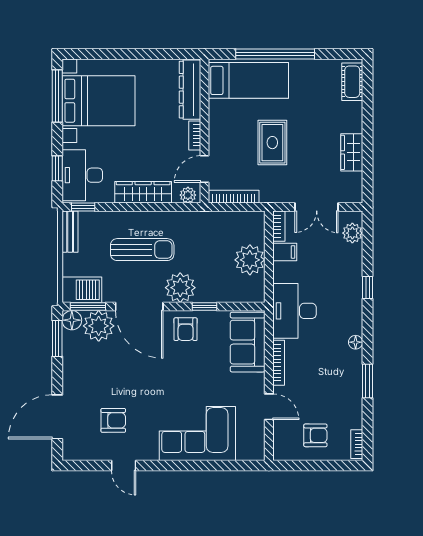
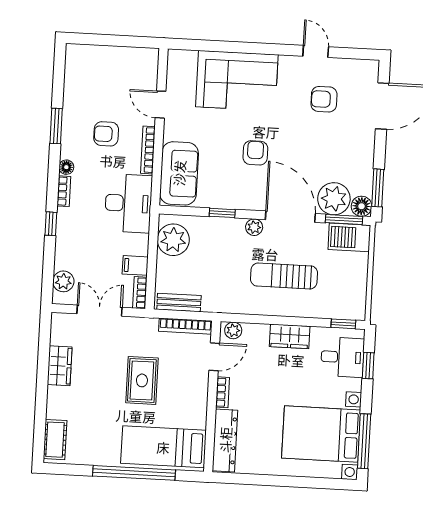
desk: (82, 175) -> (342, 357), width x0.73
wardrobe: (143, 192) -> (290, 336), width x0.67
bench: (70, 232) -> (179, 302), moved, turned 90
plant: (250, 260) -> (173, 240), moved
plant: (180, 288) -> (254, 227), width x0.53, depth x0.53
armchair: (186, 329) -> (255, 153), moved
armchair: (315, 435) -> (106, 134), moved
bookcase: (357, 444) -> (64, 191), moved

